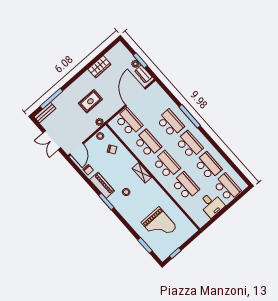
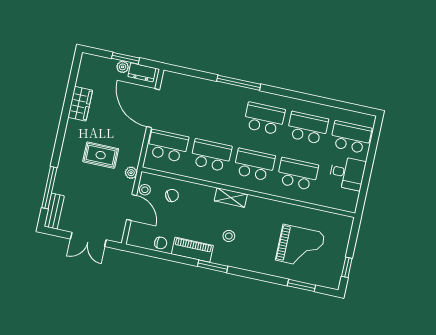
rug: (90, 101) -> (101, 155), turned 90
school desk: (170, 123) -> (221, 109), removed
door: (77, 149) -> (132, 207), moved

